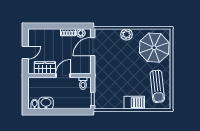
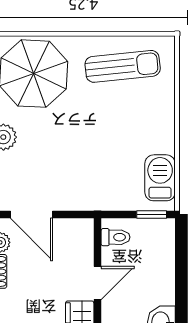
door: (63, 75) -> (97, 283), swing flipped
barbecue: (134, 103) -> (160, 178), moved

